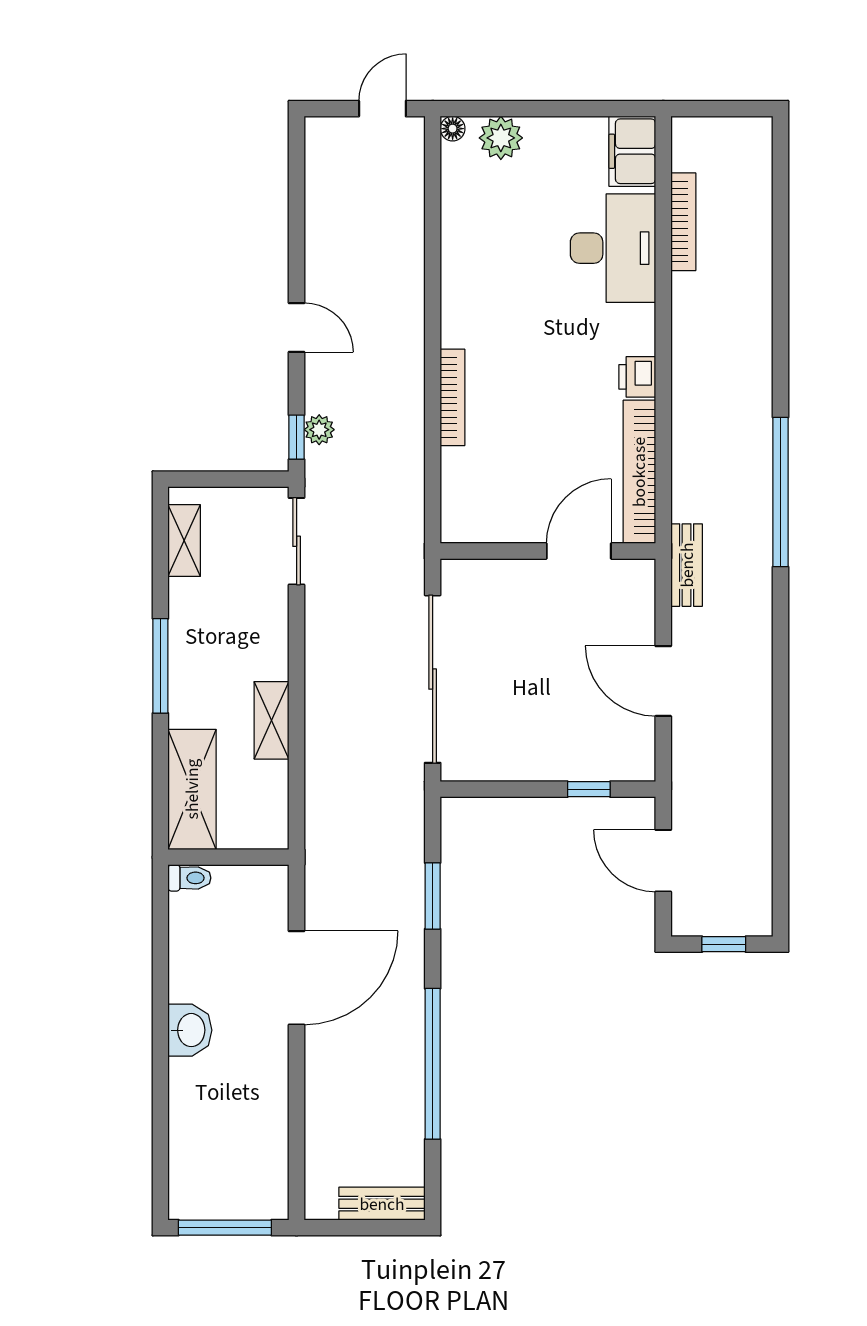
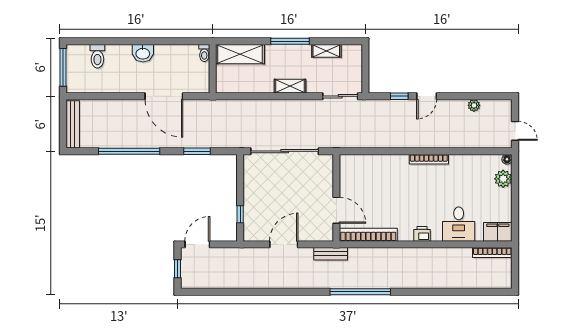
bookcase: (683, 222) -> (492, 252), moved
desk: (613, 248) -> (459, 224), width x0.73
printer: (637, 377) -> (422, 234), moved
bookcase: (453, 397) -> (429, 159), moved
plant: (319, 430) -> (474, 105), moved
window: (297, 437) -> (399, 96), moved
shelving: (184, 541) -> (326, 51), moved
shelving: (272, 720) -> (290, 86), moved
door: (663, 861) -> (197, 244), moved
toilet: (197, 1142) -> (97, 56), added
bench: (382, 1204) -> (73, 124), width x1.36

